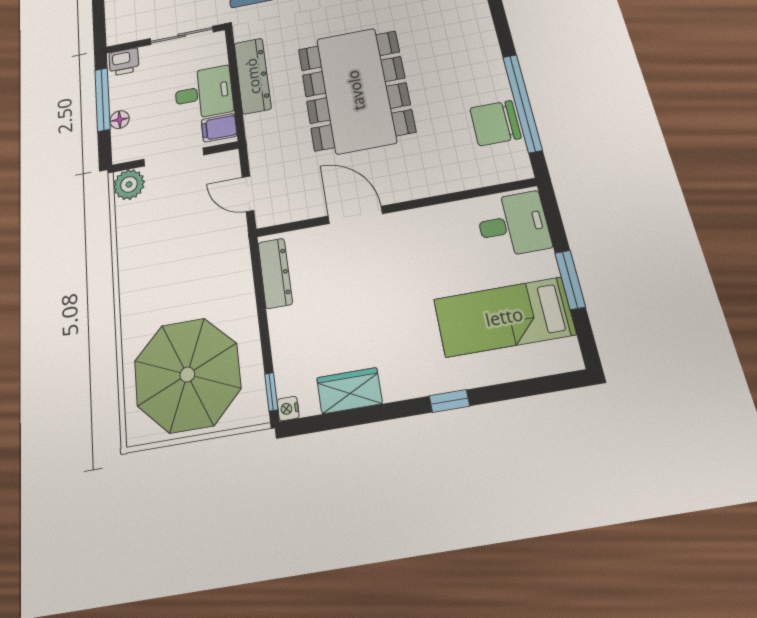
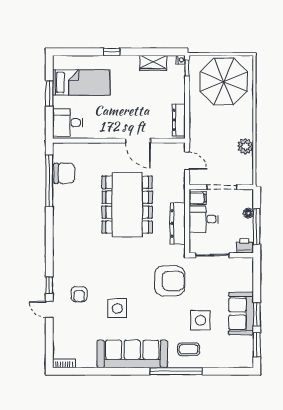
plant: (129, 184) -> (245, 146), moved

